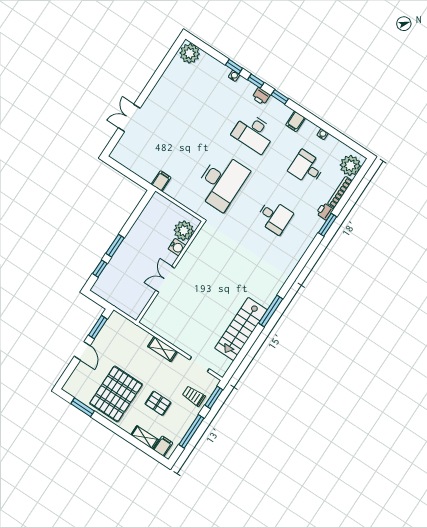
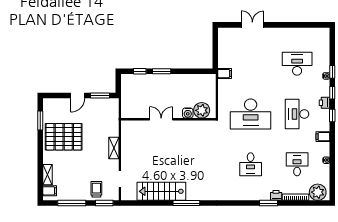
plant: (190, 53) -> (322, 37), removed
desk: (201, 98) -> (297, 64), added
pallet: (158, 403) -> (76, 169), removed

